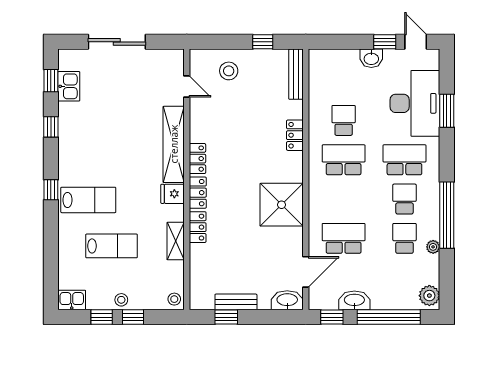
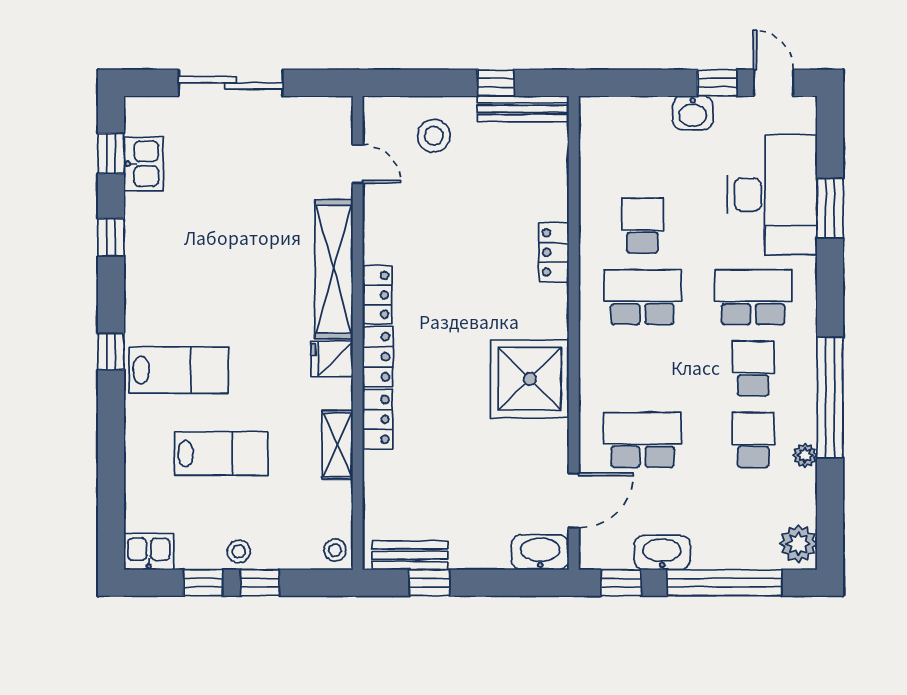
bench: (296, 74) -> (523, 109), moved, turned 90
bench: (236, 302) -> (410, 555), moved

